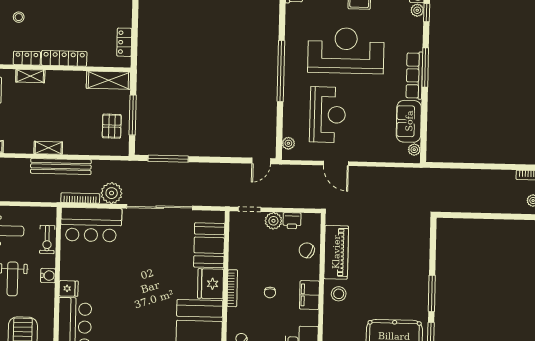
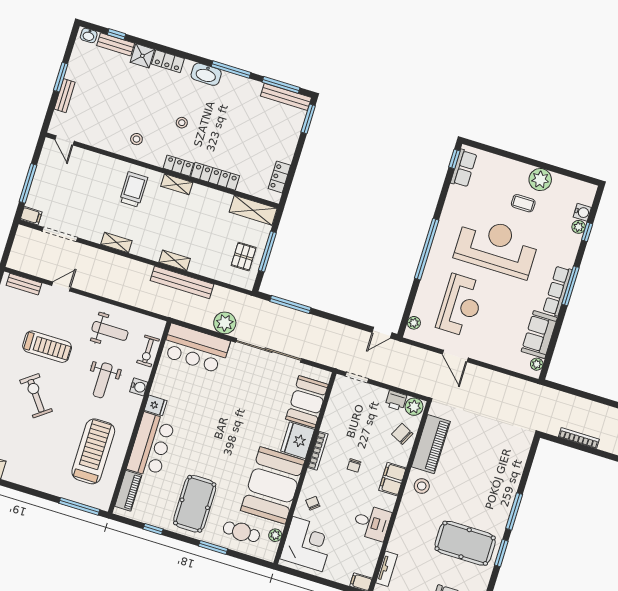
bookcase: (80, 198) -> (579, 438), moved
plant: (273, 221) -> (414, 407), moved

